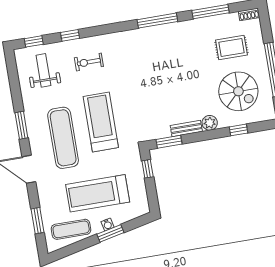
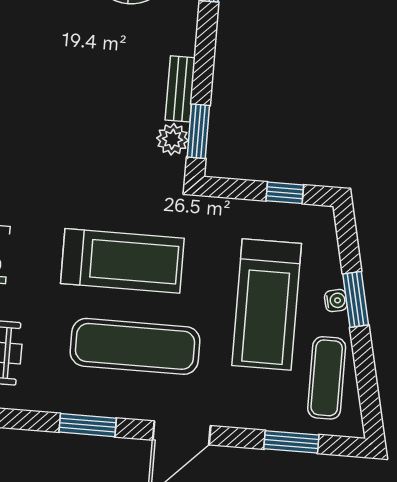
treadmill: (101, 122) -> (122, 261), turned 180
plant: (210, 123) -> (173, 139), moved
window: (148, 169) -> (285, 193), moved

